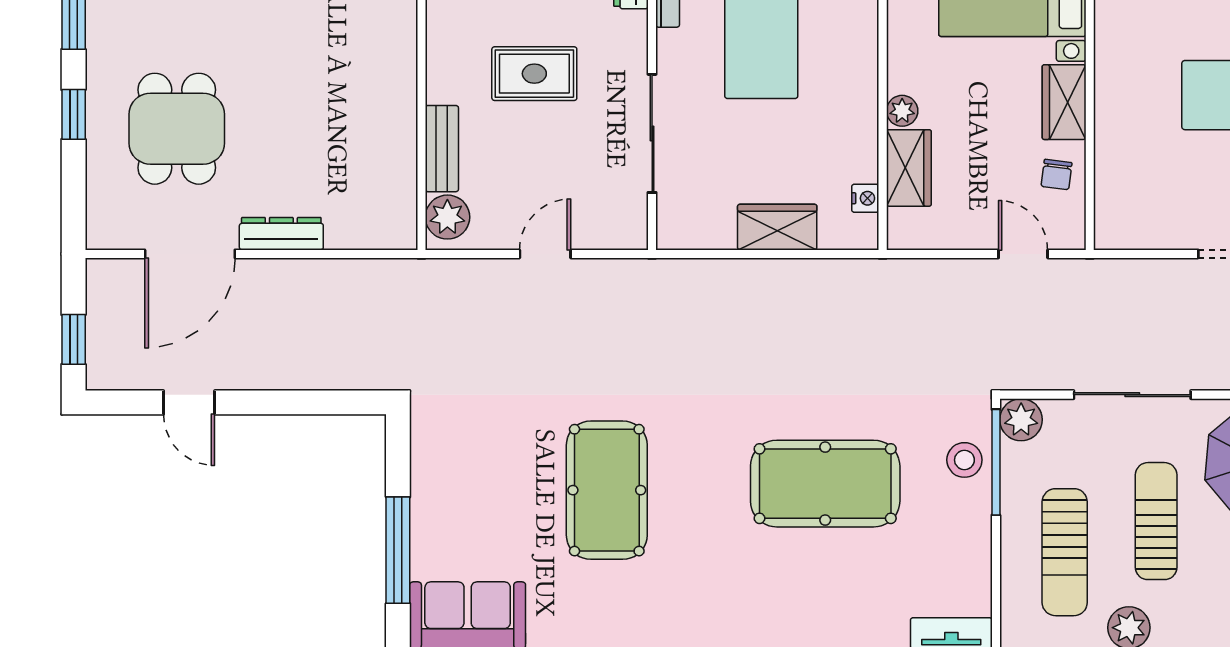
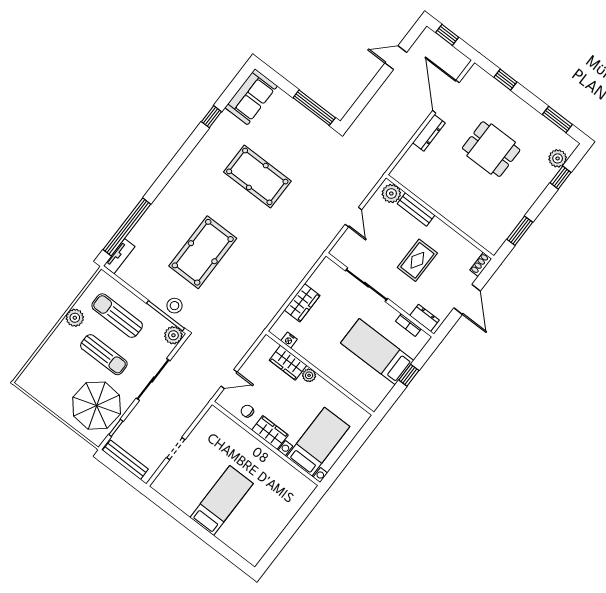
window: (74, 114) -> (505, 80), moved
dining table: (177, 129) -> (491, 149), moved
window: (398, 550) -> (314, 108), moved

